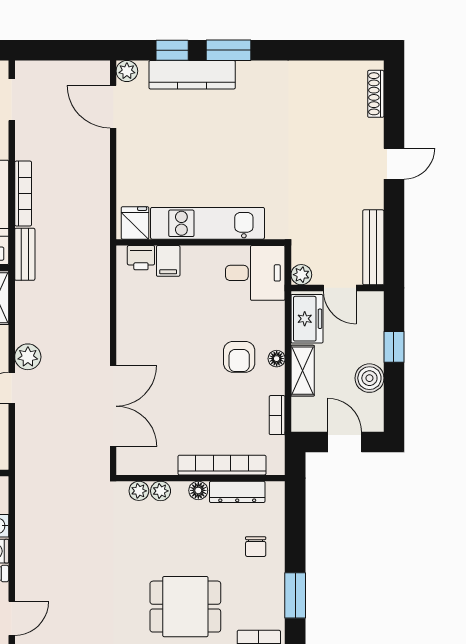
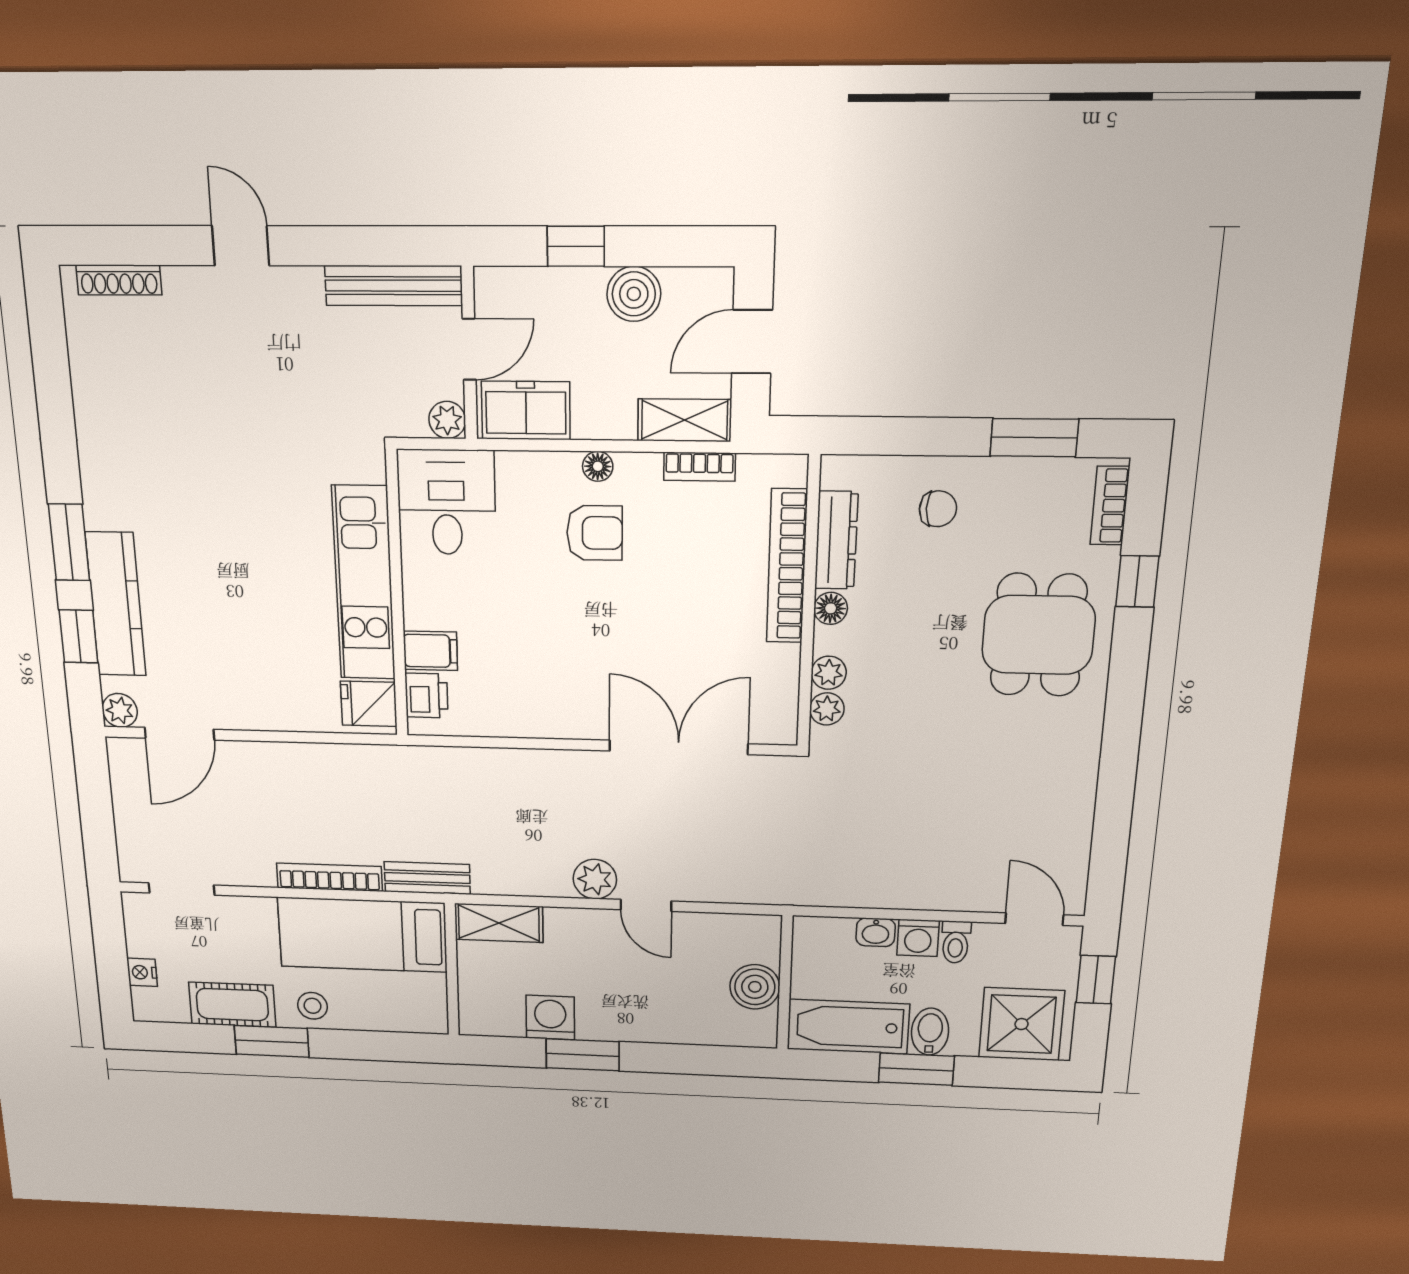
shelving: (303, 371) -> (685, 420), moved

